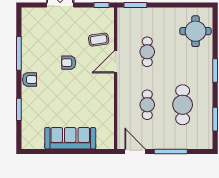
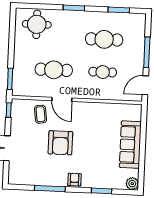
cafe table: (147, 52) -> (54, 70), width x1.37, depth x1.35
armchair: (69, 63) -> (60, 143), width x1.88, depth x1.88
plant: (28, 142) -> (132, 184), added

